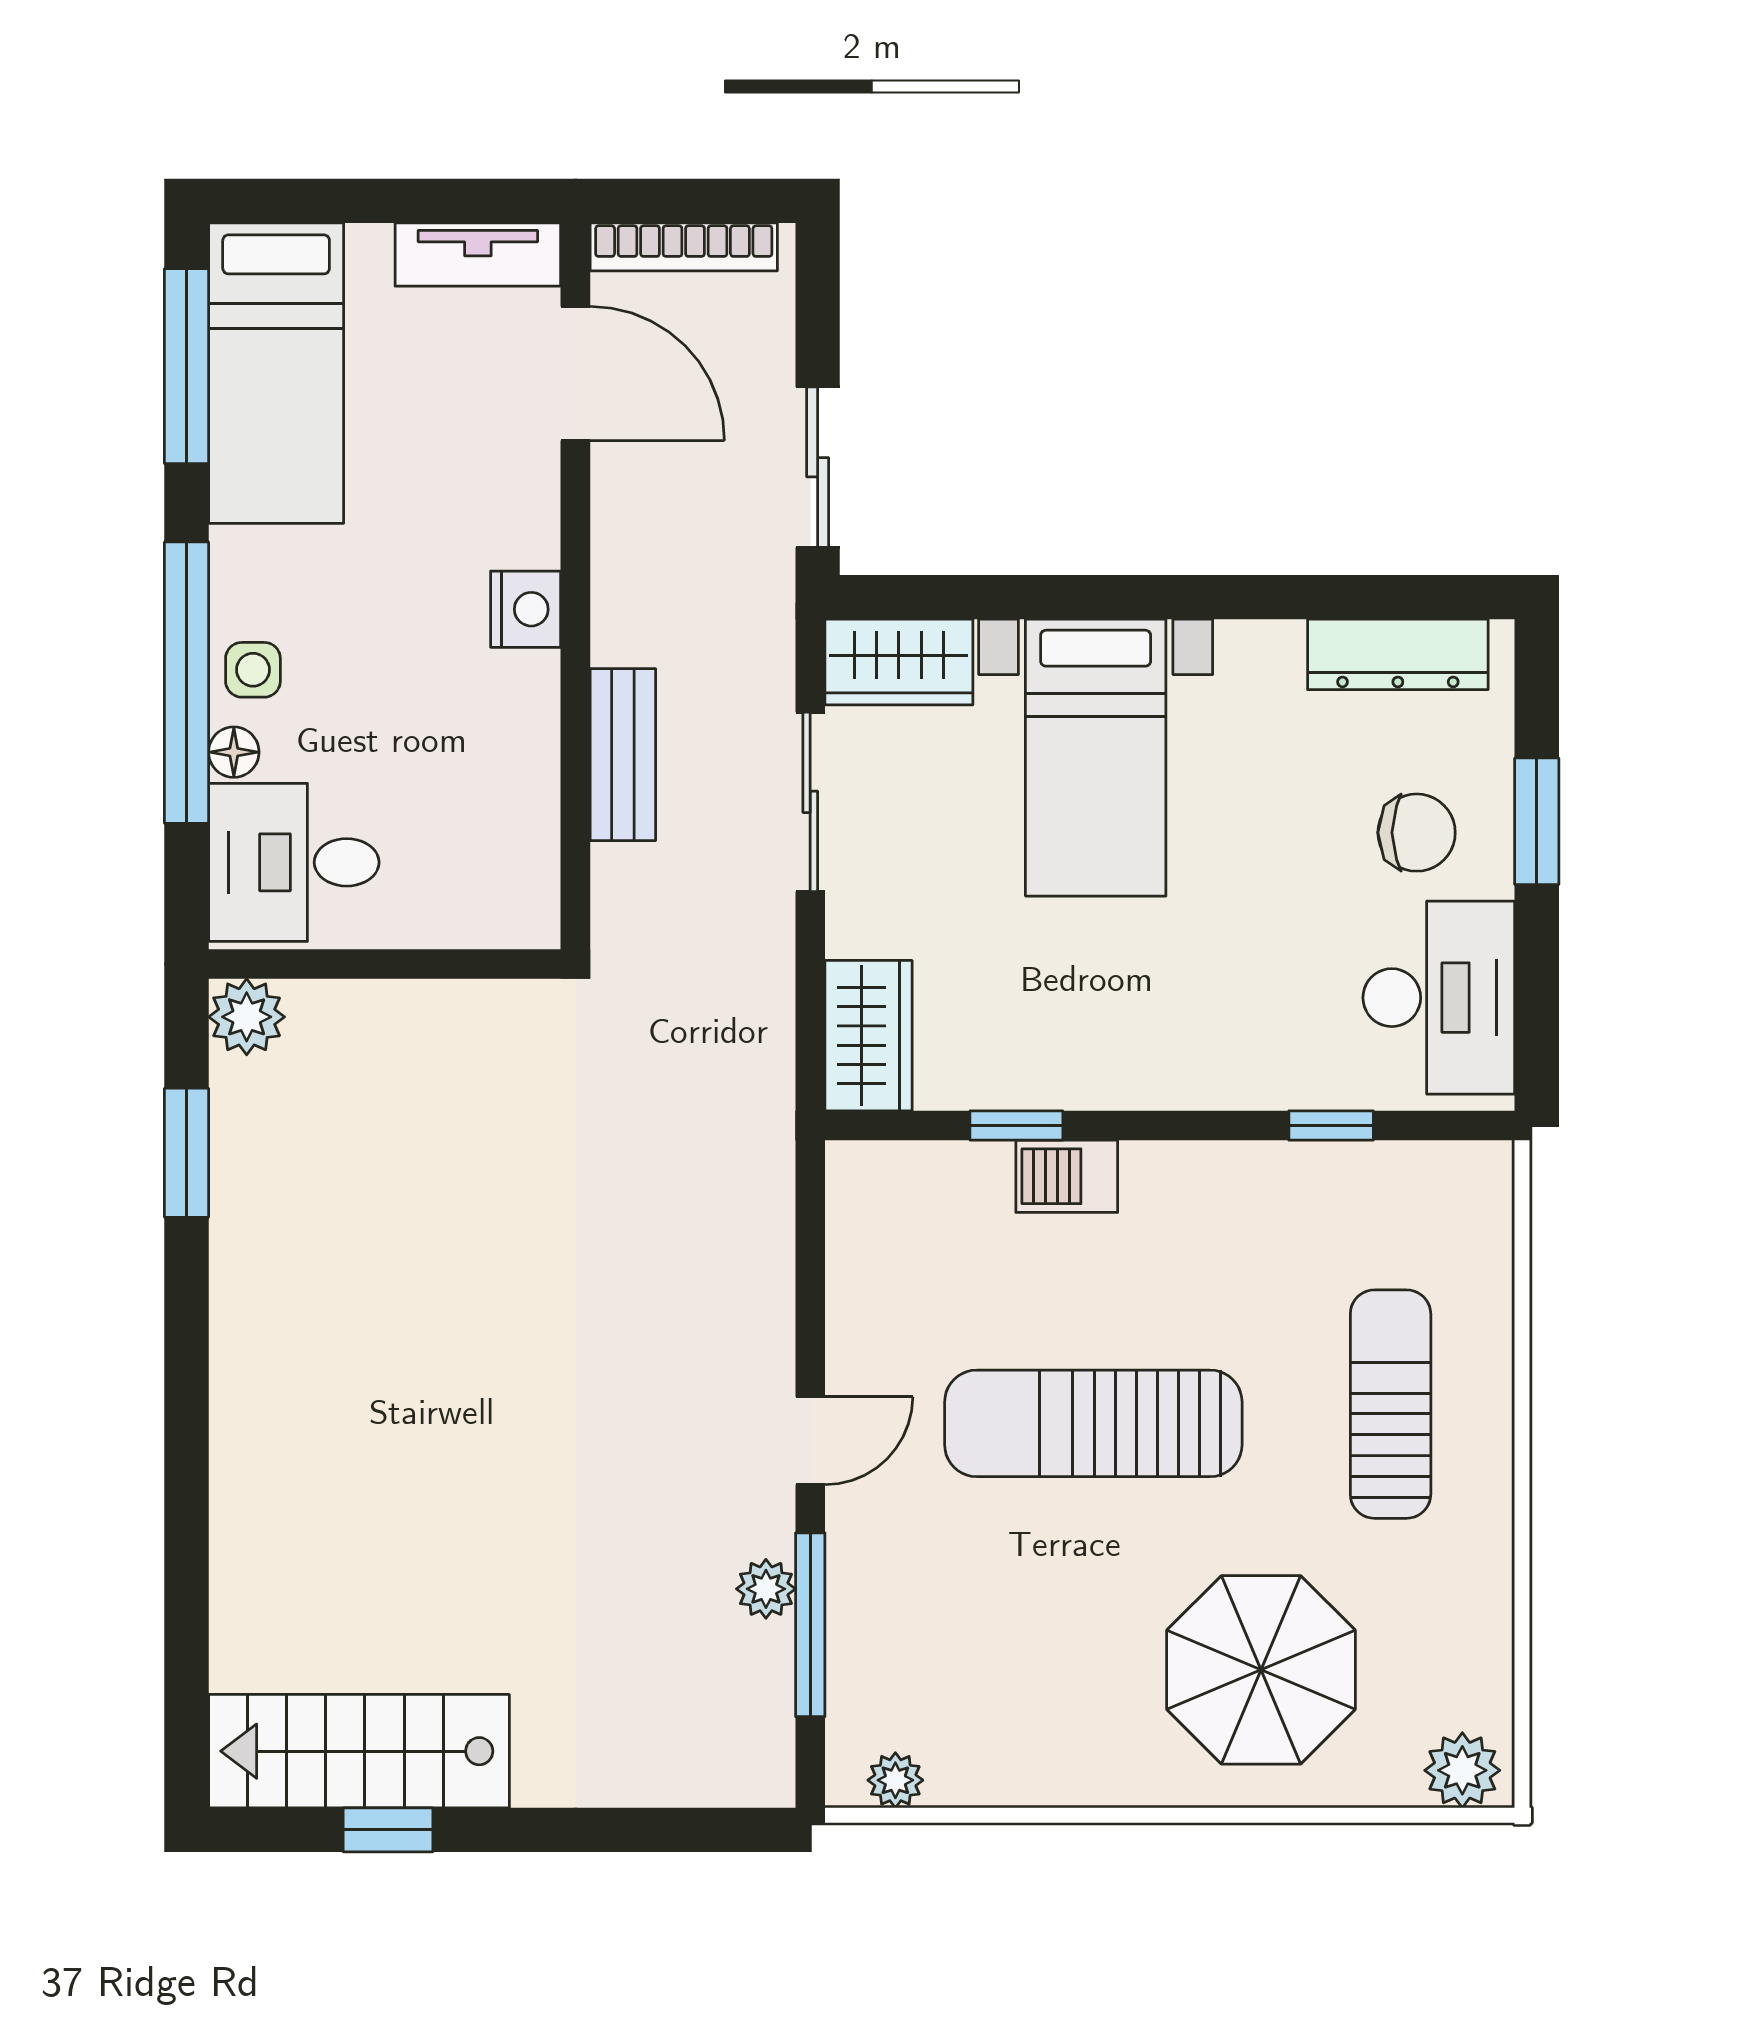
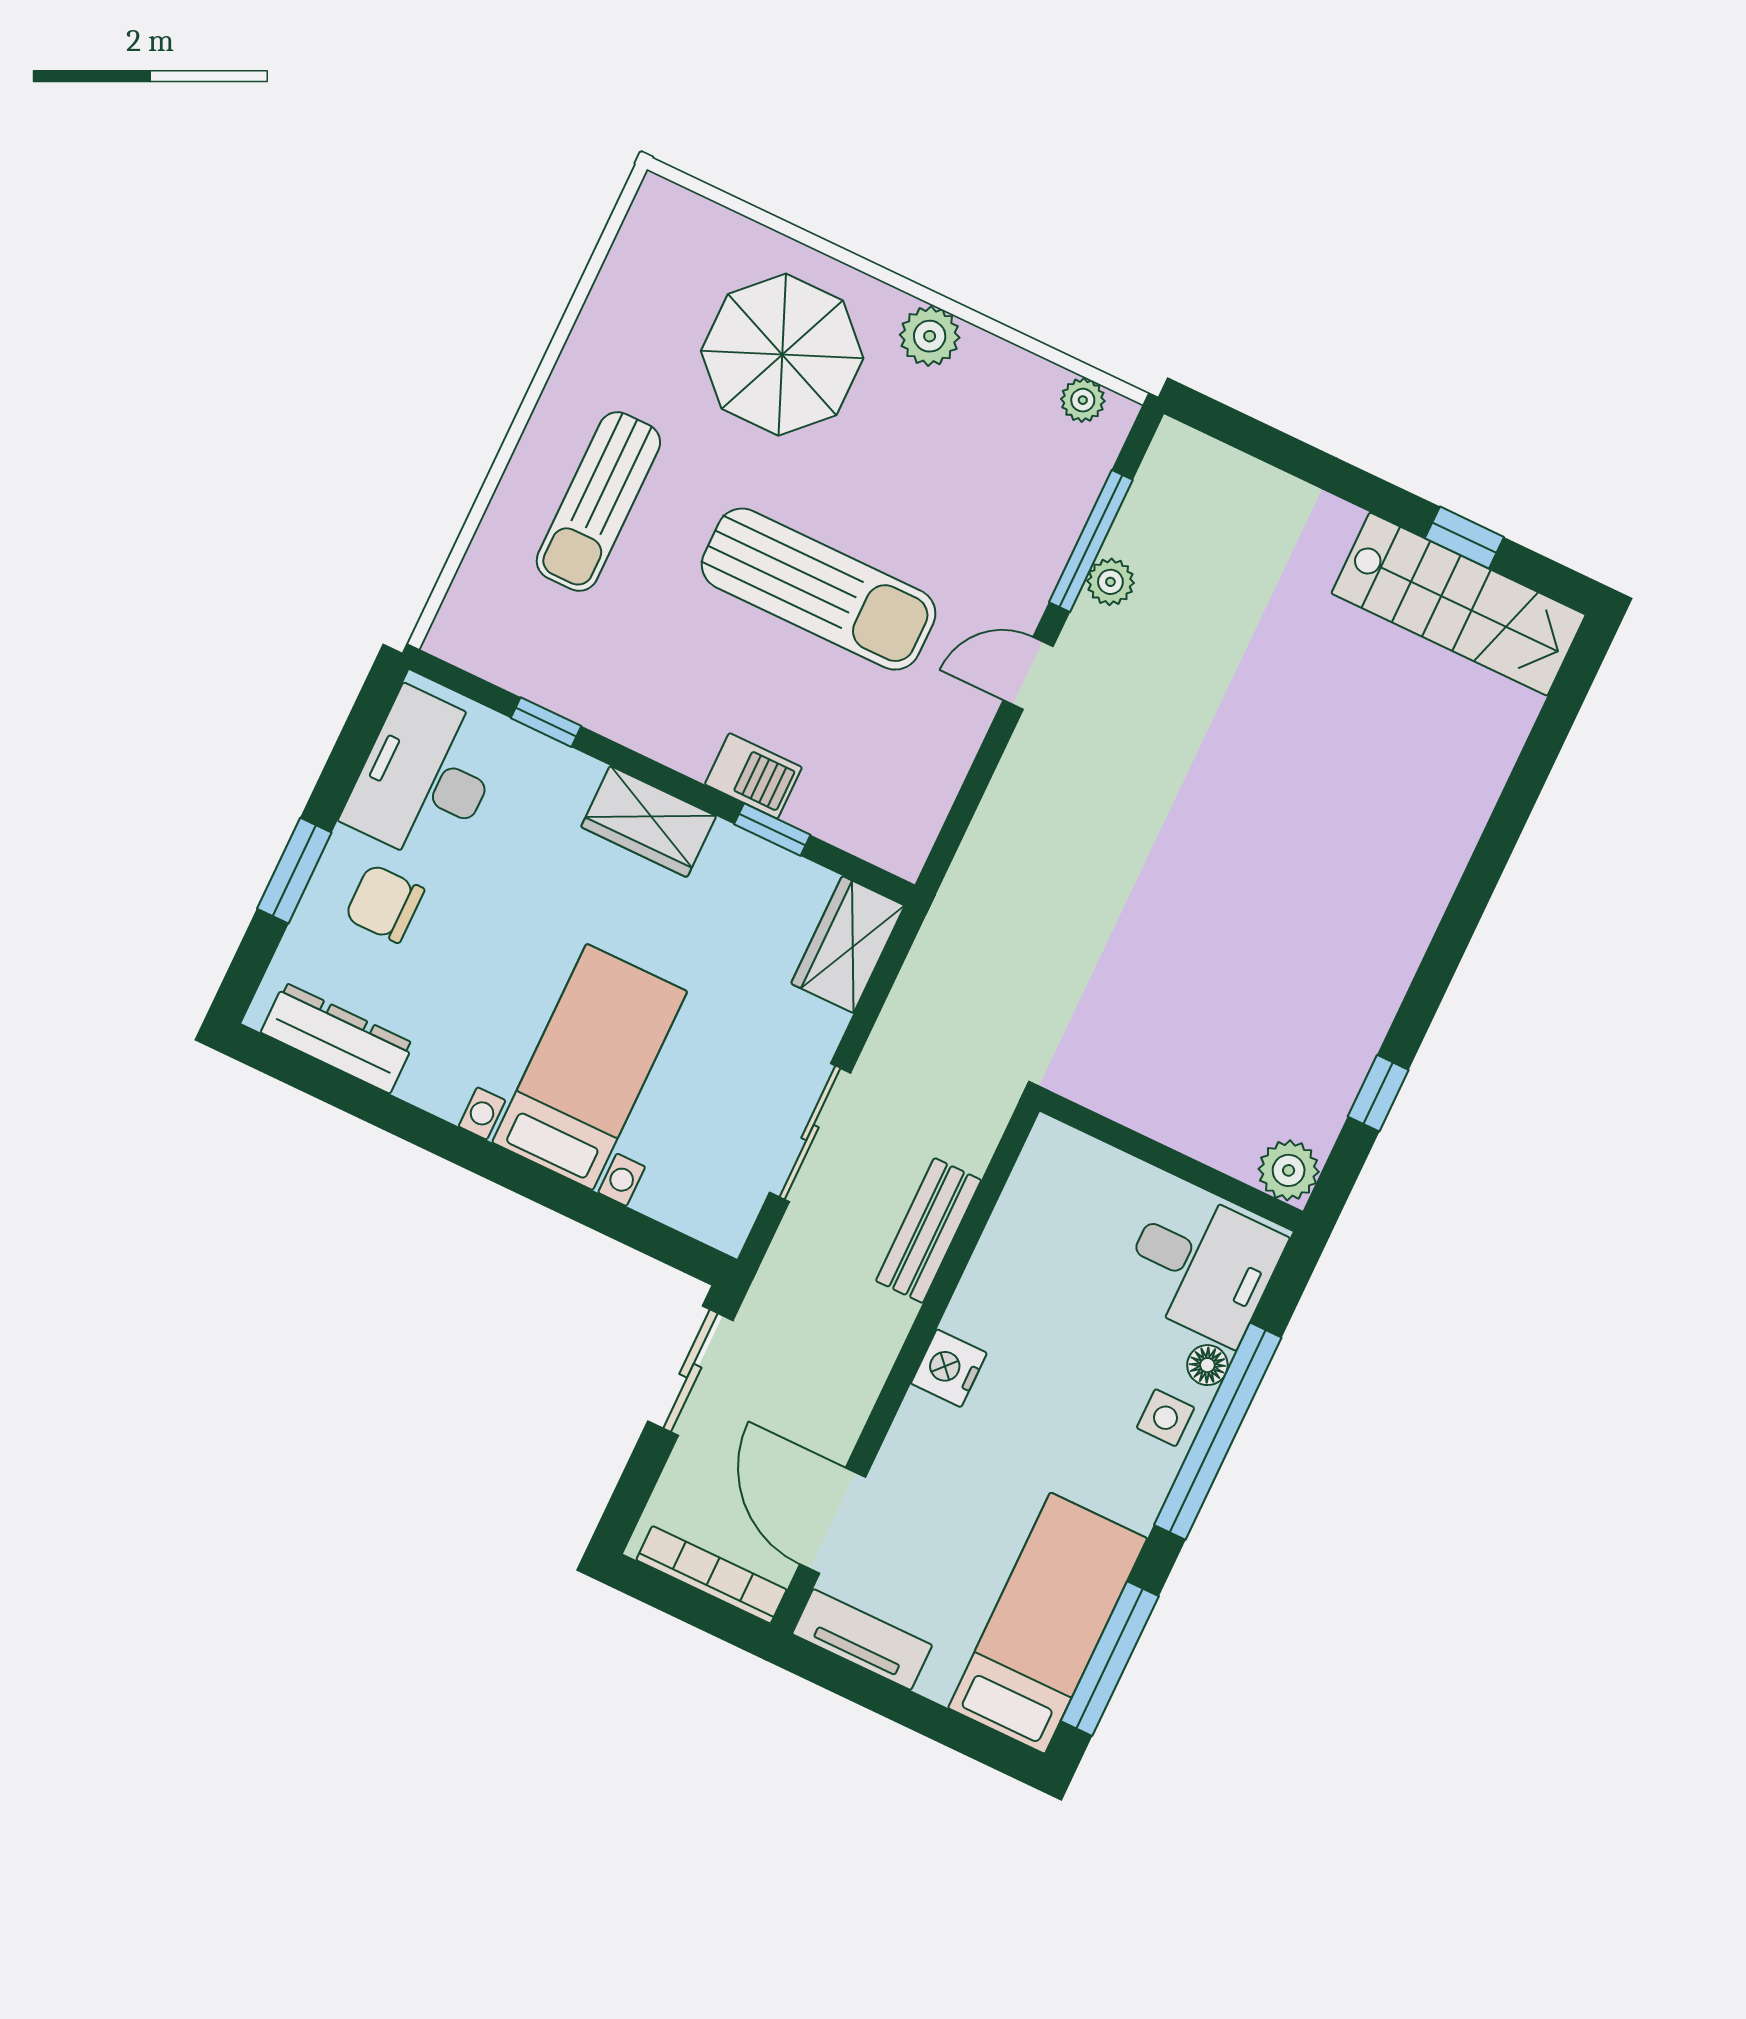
wardrobe: (899, 662) -> (649, 822), moved, turned 180
window: (186, 1153) -> (1378, 1093), width x0.67
plant: (1462, 1770) -> (930, 336), moved

